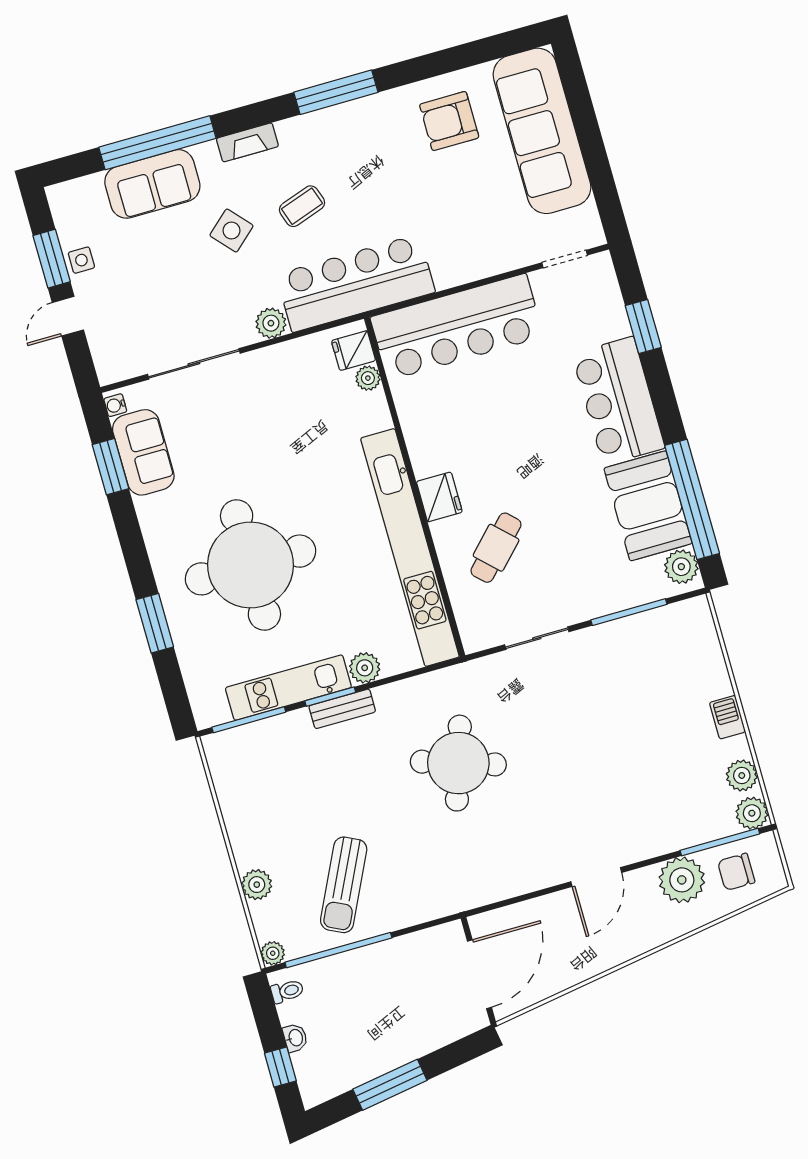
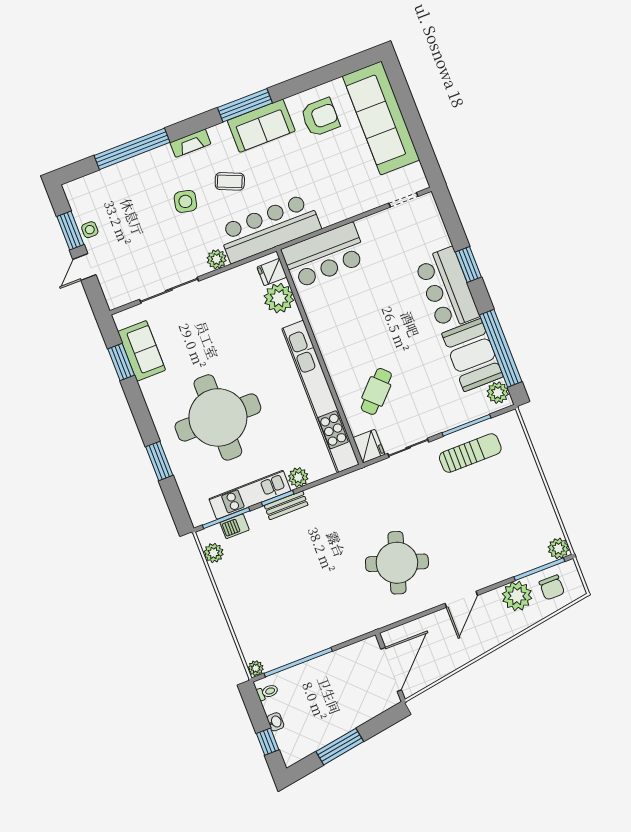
armchair: (449, 121) -> (320, 117), turned 180
sofa: (152, 184) -> (261, 126), moved
coffee table: (302, 206) -> (230, 181), turned 42
side table: (231, 231) -> (185, 201), turned -36
bar counter: (457, 327) -> (324, 256), width x0.73
window: (643, 327) -> (468, 265), moved
plant: (368, 378) -> (279, 298), width x1.88, depth x1.88
water cooler: (115, 405) -> (120, 322), removed
fridge: (439, 497) -> (369, 446), moved
barbecue: (727, 717) -> (235, 526), moved, turned -90
round table: (458, 763) -> (397, 563), moved
plant: (742, 775) -> (550, 525), removed
chair: (736, 872) -> (552, 587), turned -90
plant: (257, 885) -> (214, 553), moved
sun lounger: (344, 885) -> (470, 453), moved, turned -116

